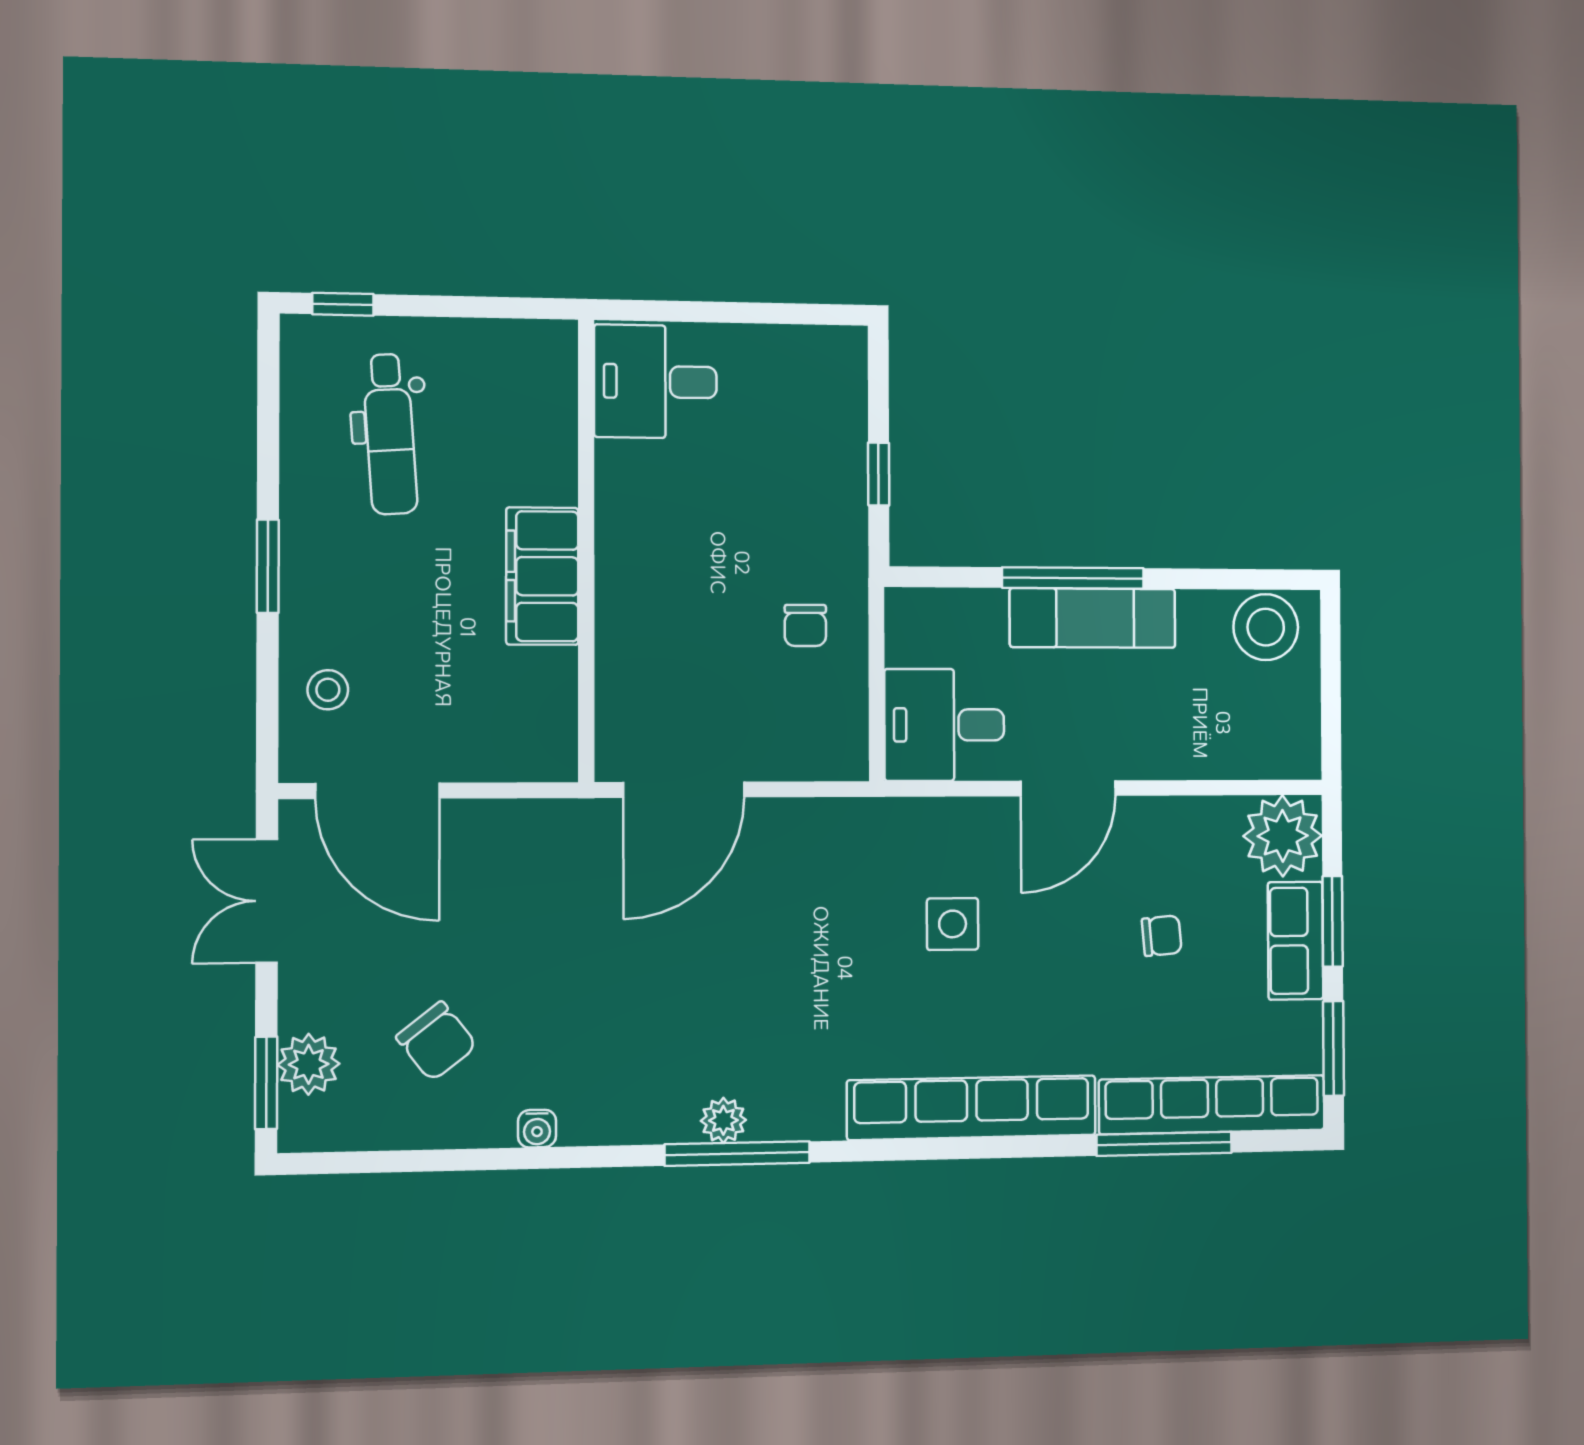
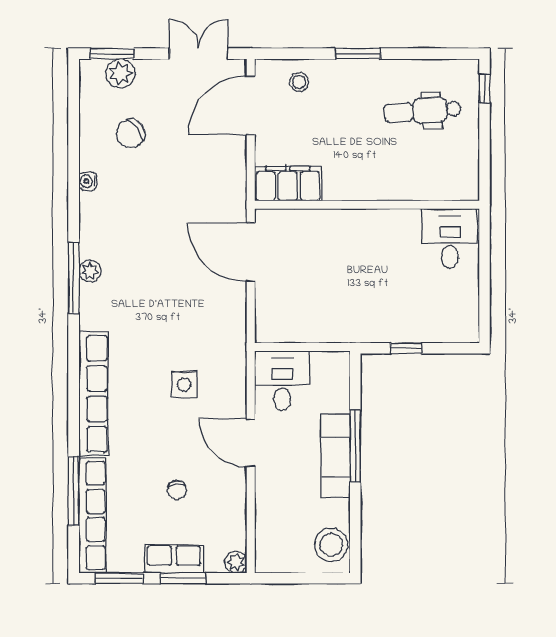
filing cabinet: (542, 576) -> (288, 184), moved
chair: (805, 625) -> (331, 312), removed
plant: (1283, 836) -> (236, 562), width x0.53, depth x0.53

